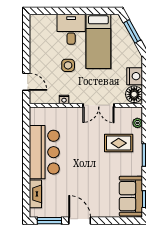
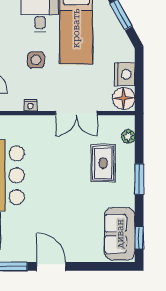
rug: (119, 143) -> (103, 163), turned 90

